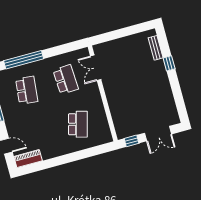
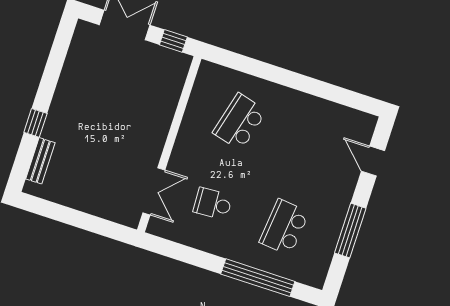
school desk: (66, 80) -> (213, 204), width x0.54
piano: (28, 159) -> (352, 119), removed

